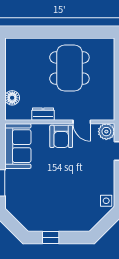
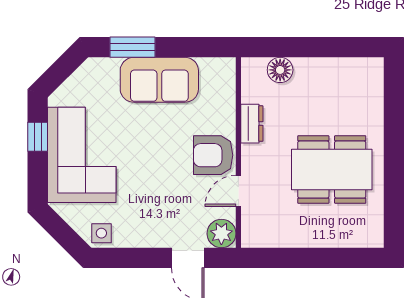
sofa: (18, 146) -> (159, 80), moved
corner sofa: (61, 212) -> (82, 155), added

